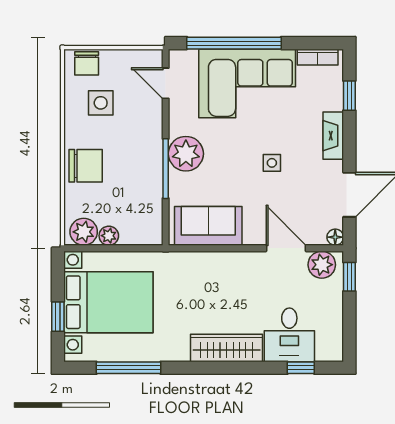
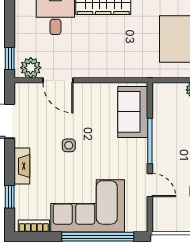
door: (166, 83) -> (150, 185), moved
plant: (186, 154) -> (134, 152), removed
sofa: (208, 226) -> (133, 112), moved, turned 90
floor lamp: (335, 237) -> (20, 89), removed

